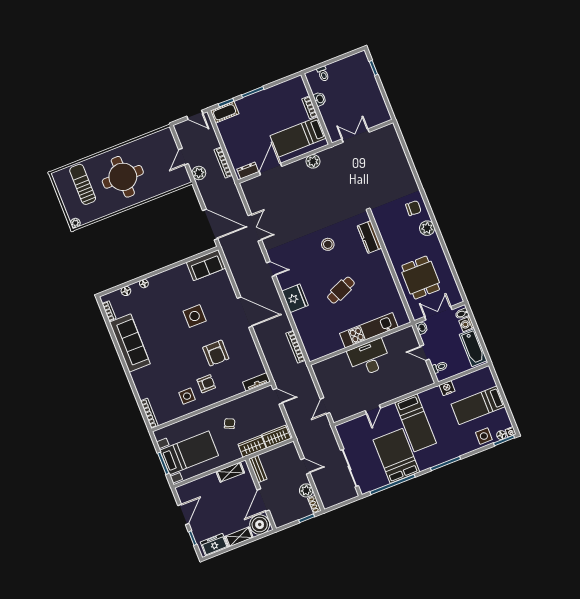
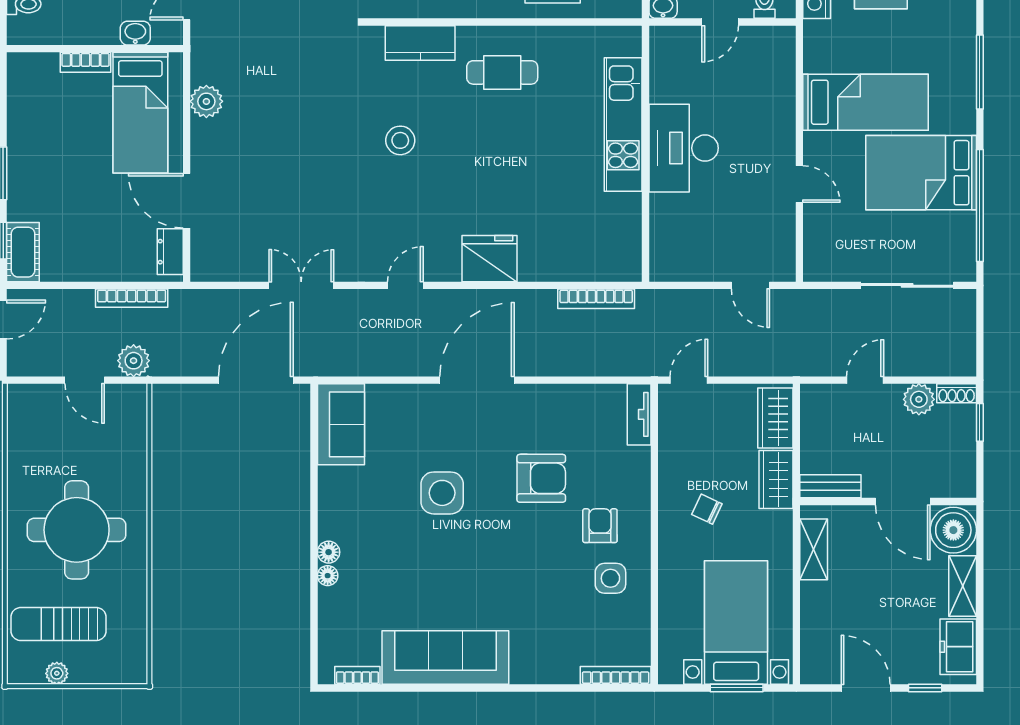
washbasin: (320, 99) -> (135, 33), moved
plant: (75, 223) -> (57, 673), moved
cafe table: (341, 290) -> (502, 72), moved, turned -67
floor lamp: (126, 291) -> (329, 552), moved

